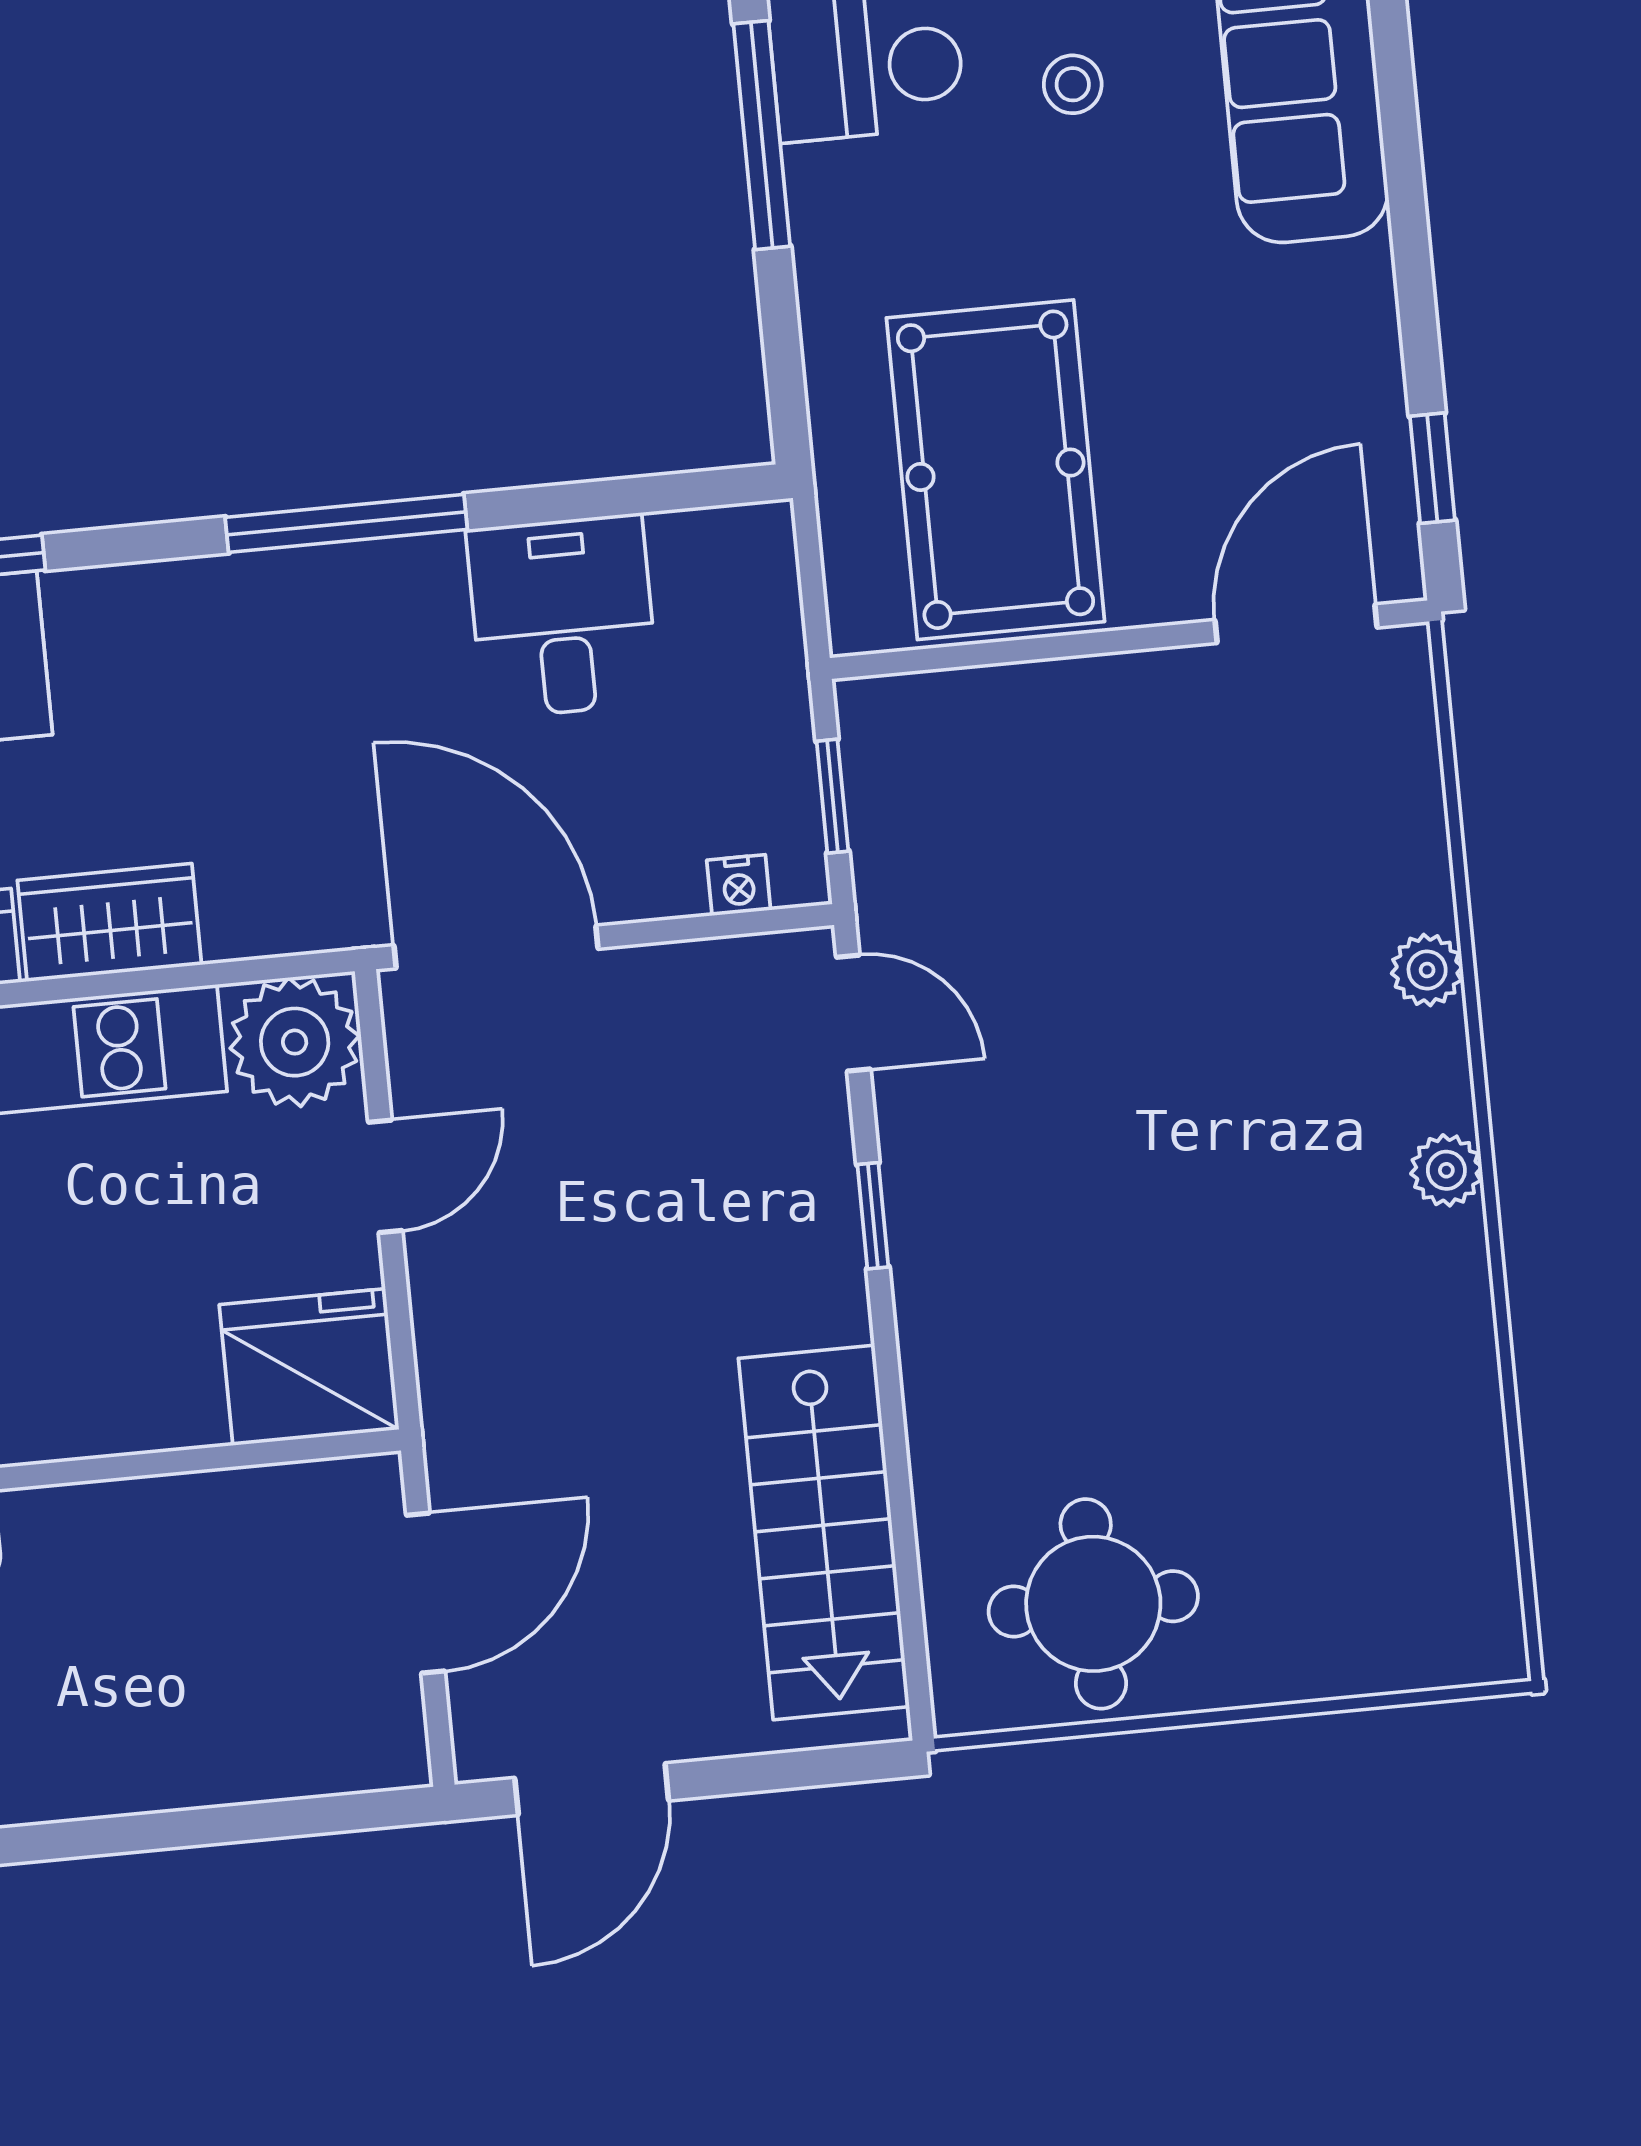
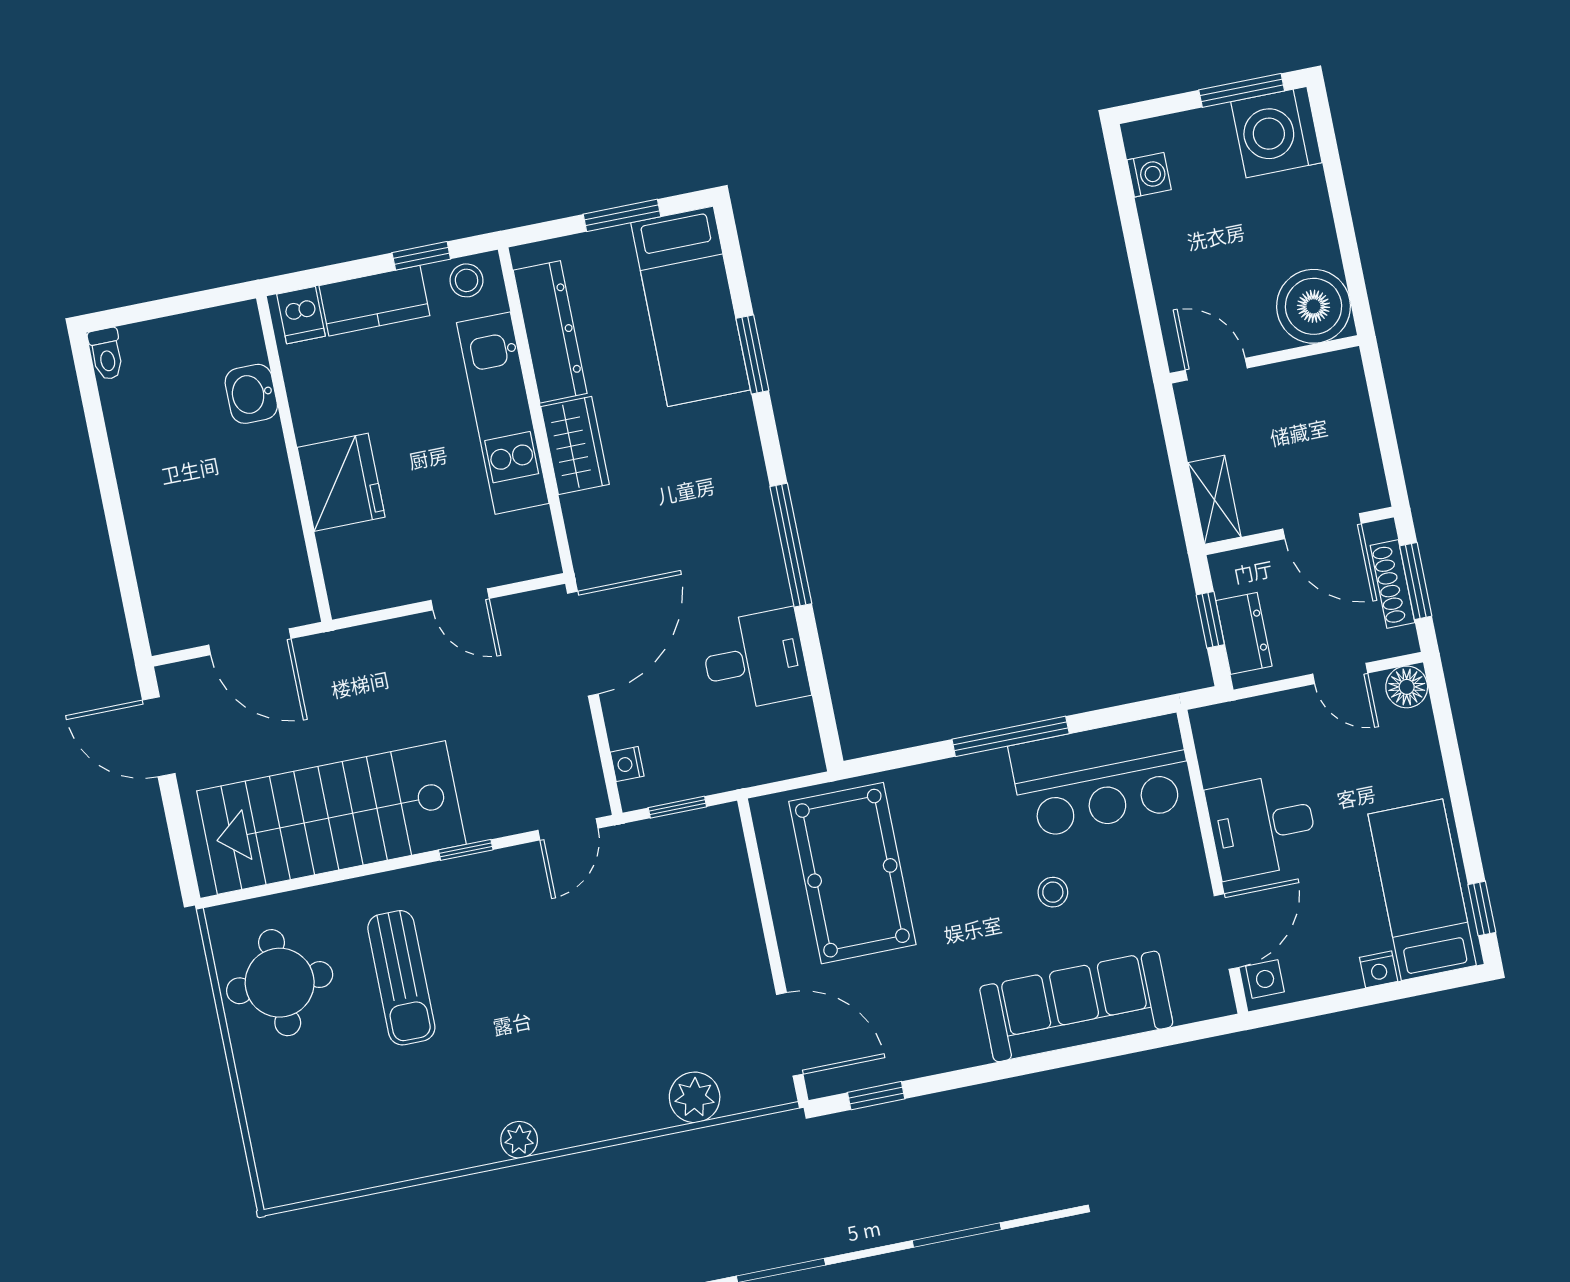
pool table: (995, 470) -> (852, 873), turned 90
plant: (1427, 970) -> (695, 1097), moved, width x1.38, depth x1.38
plant: (295, 1042) -> (524, 546), removed
fridge: (309, 1367) -> (341, 482), moved
sun lounger: (1108, 1367) -> (401, 978), added
stairs: (824, 1532) -> (331, 818), width x1.36, depth x1.51

